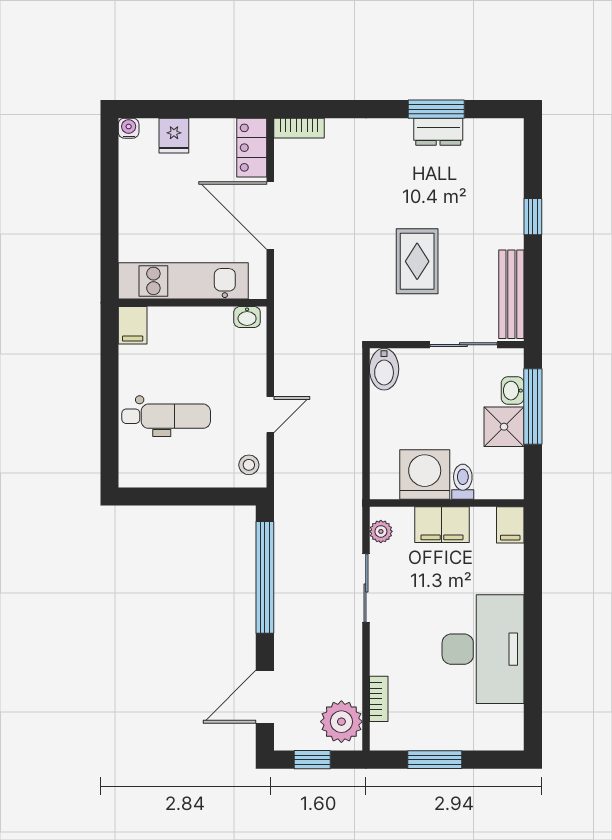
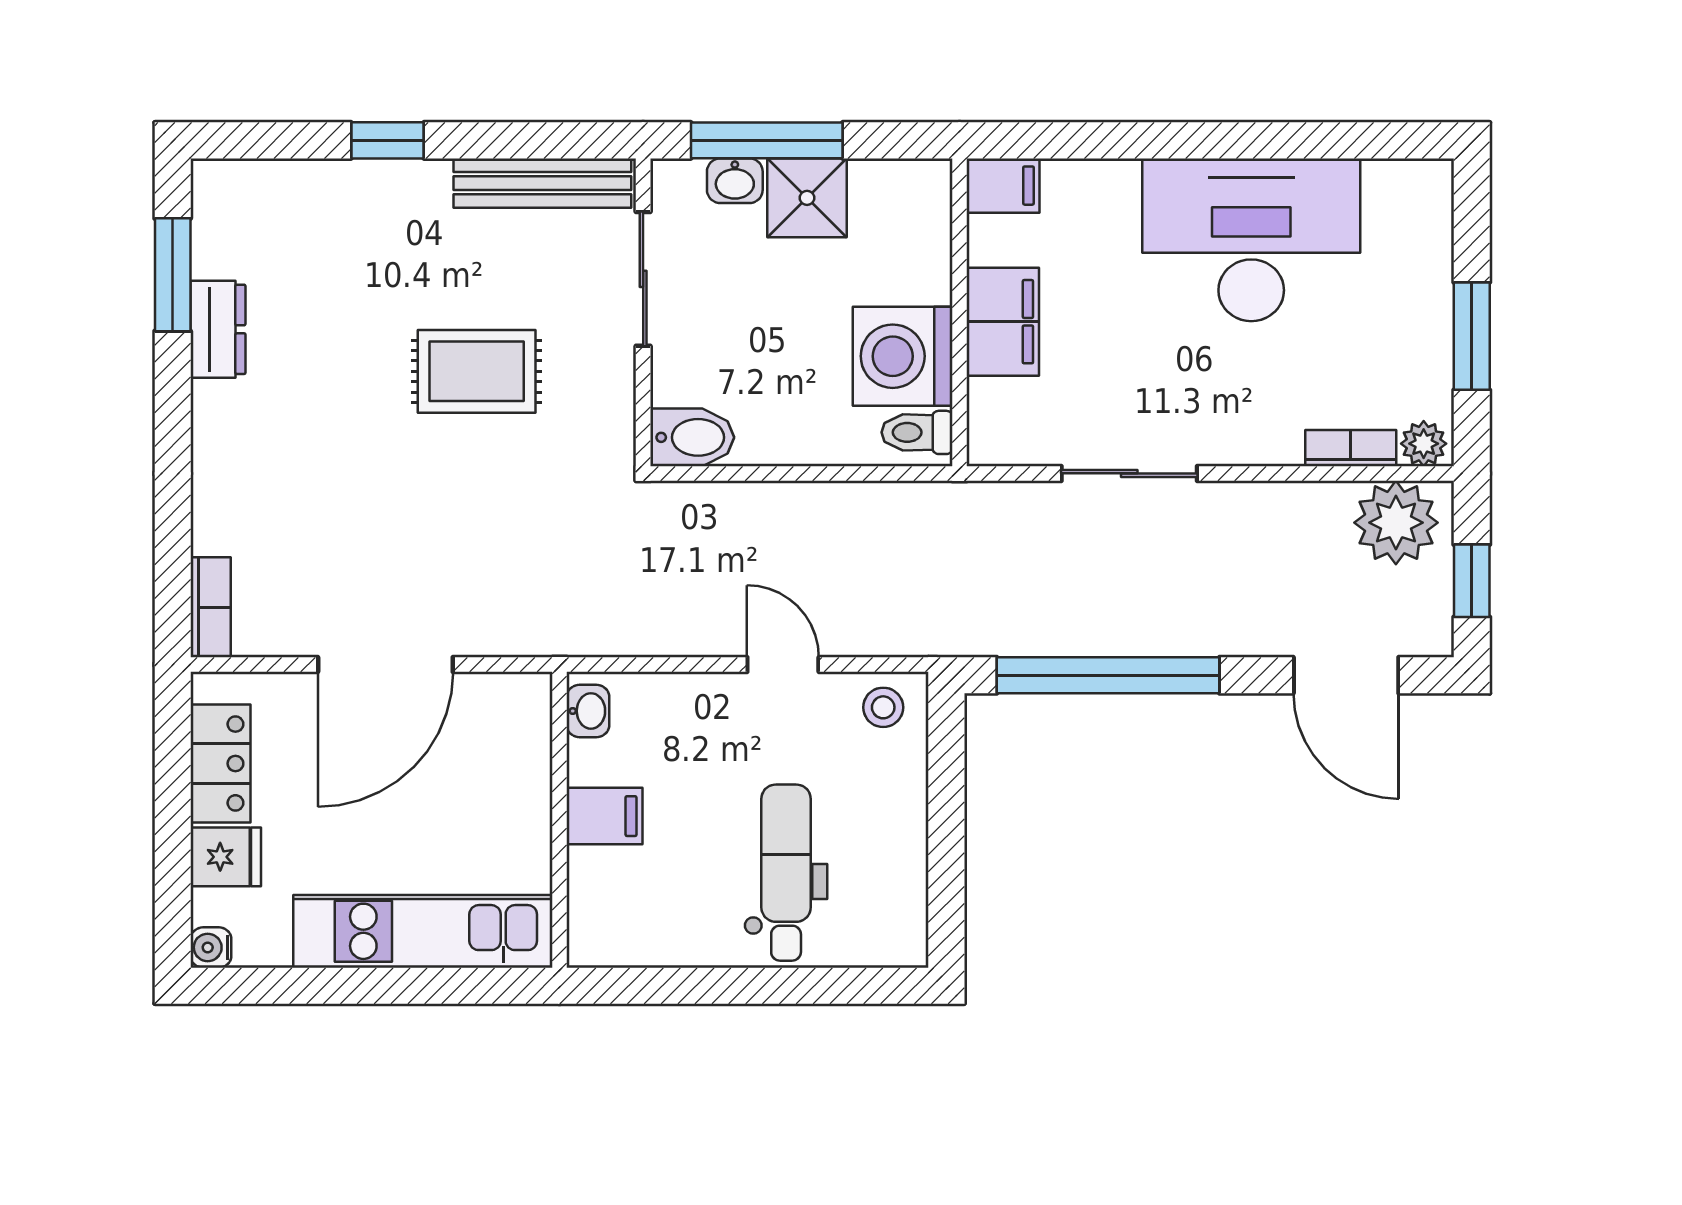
window: (436, 109) -> (173, 275), moved
locker: (252, 148) -> (220, 763), moved, turned -90
kitchen unit: (183, 281) -> (423, 931), moved, turned 90
filing cabinet: (133, 325) -> (605, 816), moved
toilet: (463, 482) -> (917, 432), moved
plant: (381, 531) -> (1424, 444), moved

